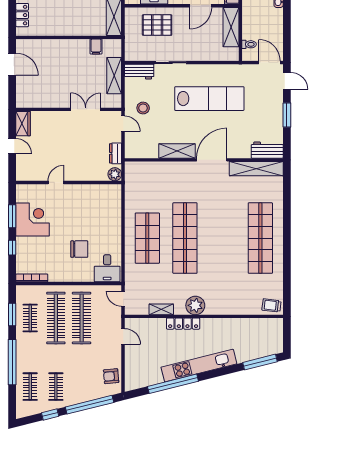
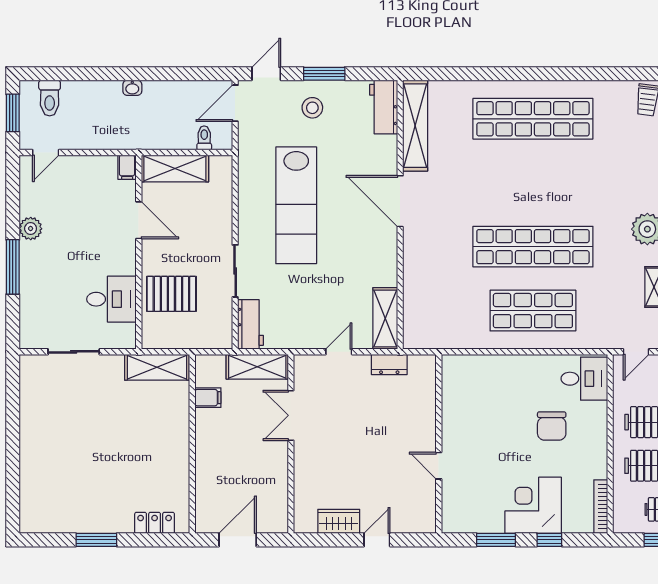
pallet: (157, 25) -> (171, 294), turned 90
lab bench: (209, 99) -> (296, 205), turned 180
stool: (143, 108) -> (312, 108), moved
wall: (69, 109) -> (291, 444), moved
double door: (86, 109) -> (291, 415), moved
shelving: (177, 151) -> (385, 318), moved
plant: (115, 174) -> (425, 366), removed
corner desk: (33, 219) -> (533, 505), moved
chair: (79, 249) -> (552, 426), turned 180

